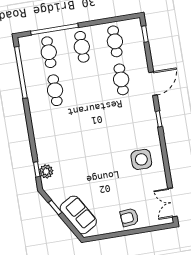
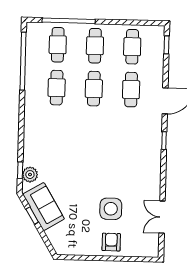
cafe table: (88, 85) -> (94, 89), added
side table: (141, 159) -> (111, 209), moved
double door: (172, 202) -> (162, 217), moved
sofa: (78, 215) -> (44, 207), moved
armchair: (129, 217) -> (111, 242), turned 95

